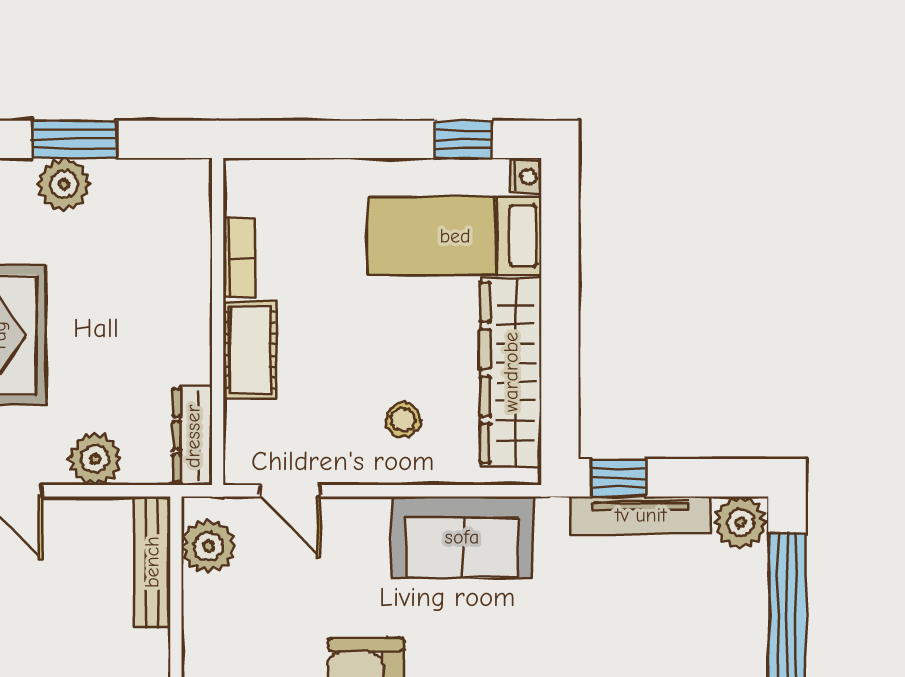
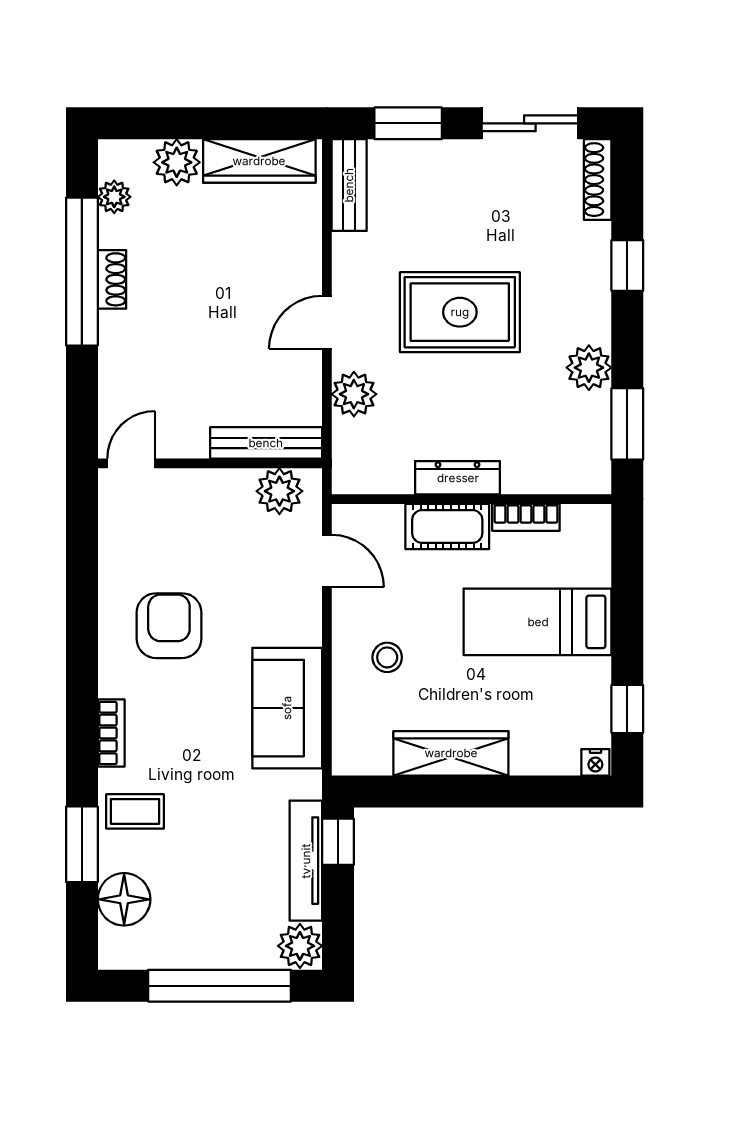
window: (75, 139) -> (627, 424), moved
bed: (455, 236) -> (538, 622), moved, turned -90
wardrobe: (511, 372) -> (451, 753), width x0.71, depth x0.85
dresser: (193, 436) -> (458, 478), moved
door: (290, 491) -> (327, 561), swing flipped

